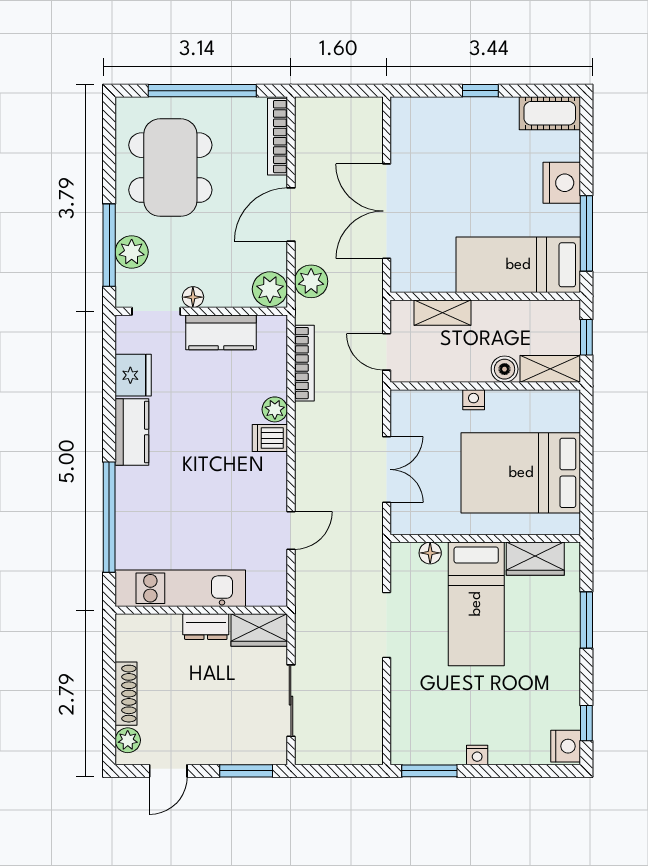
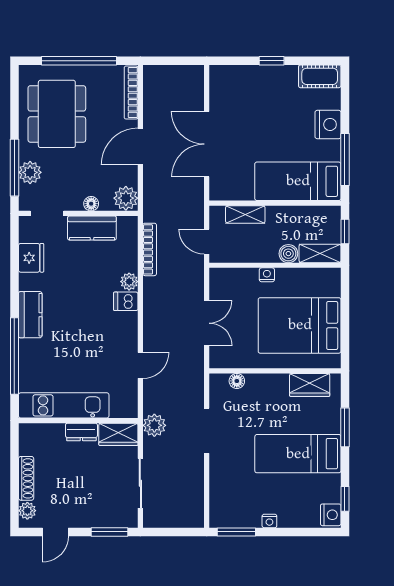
plant: (311, 281) -> (154, 425), moved
floor lamp: (193, 297) -> (91, 204), moved
kitchen counter: (132, 432) -> (30, 315), moved
bed: (476, 604) -> (298, 454), moved, turned 90

